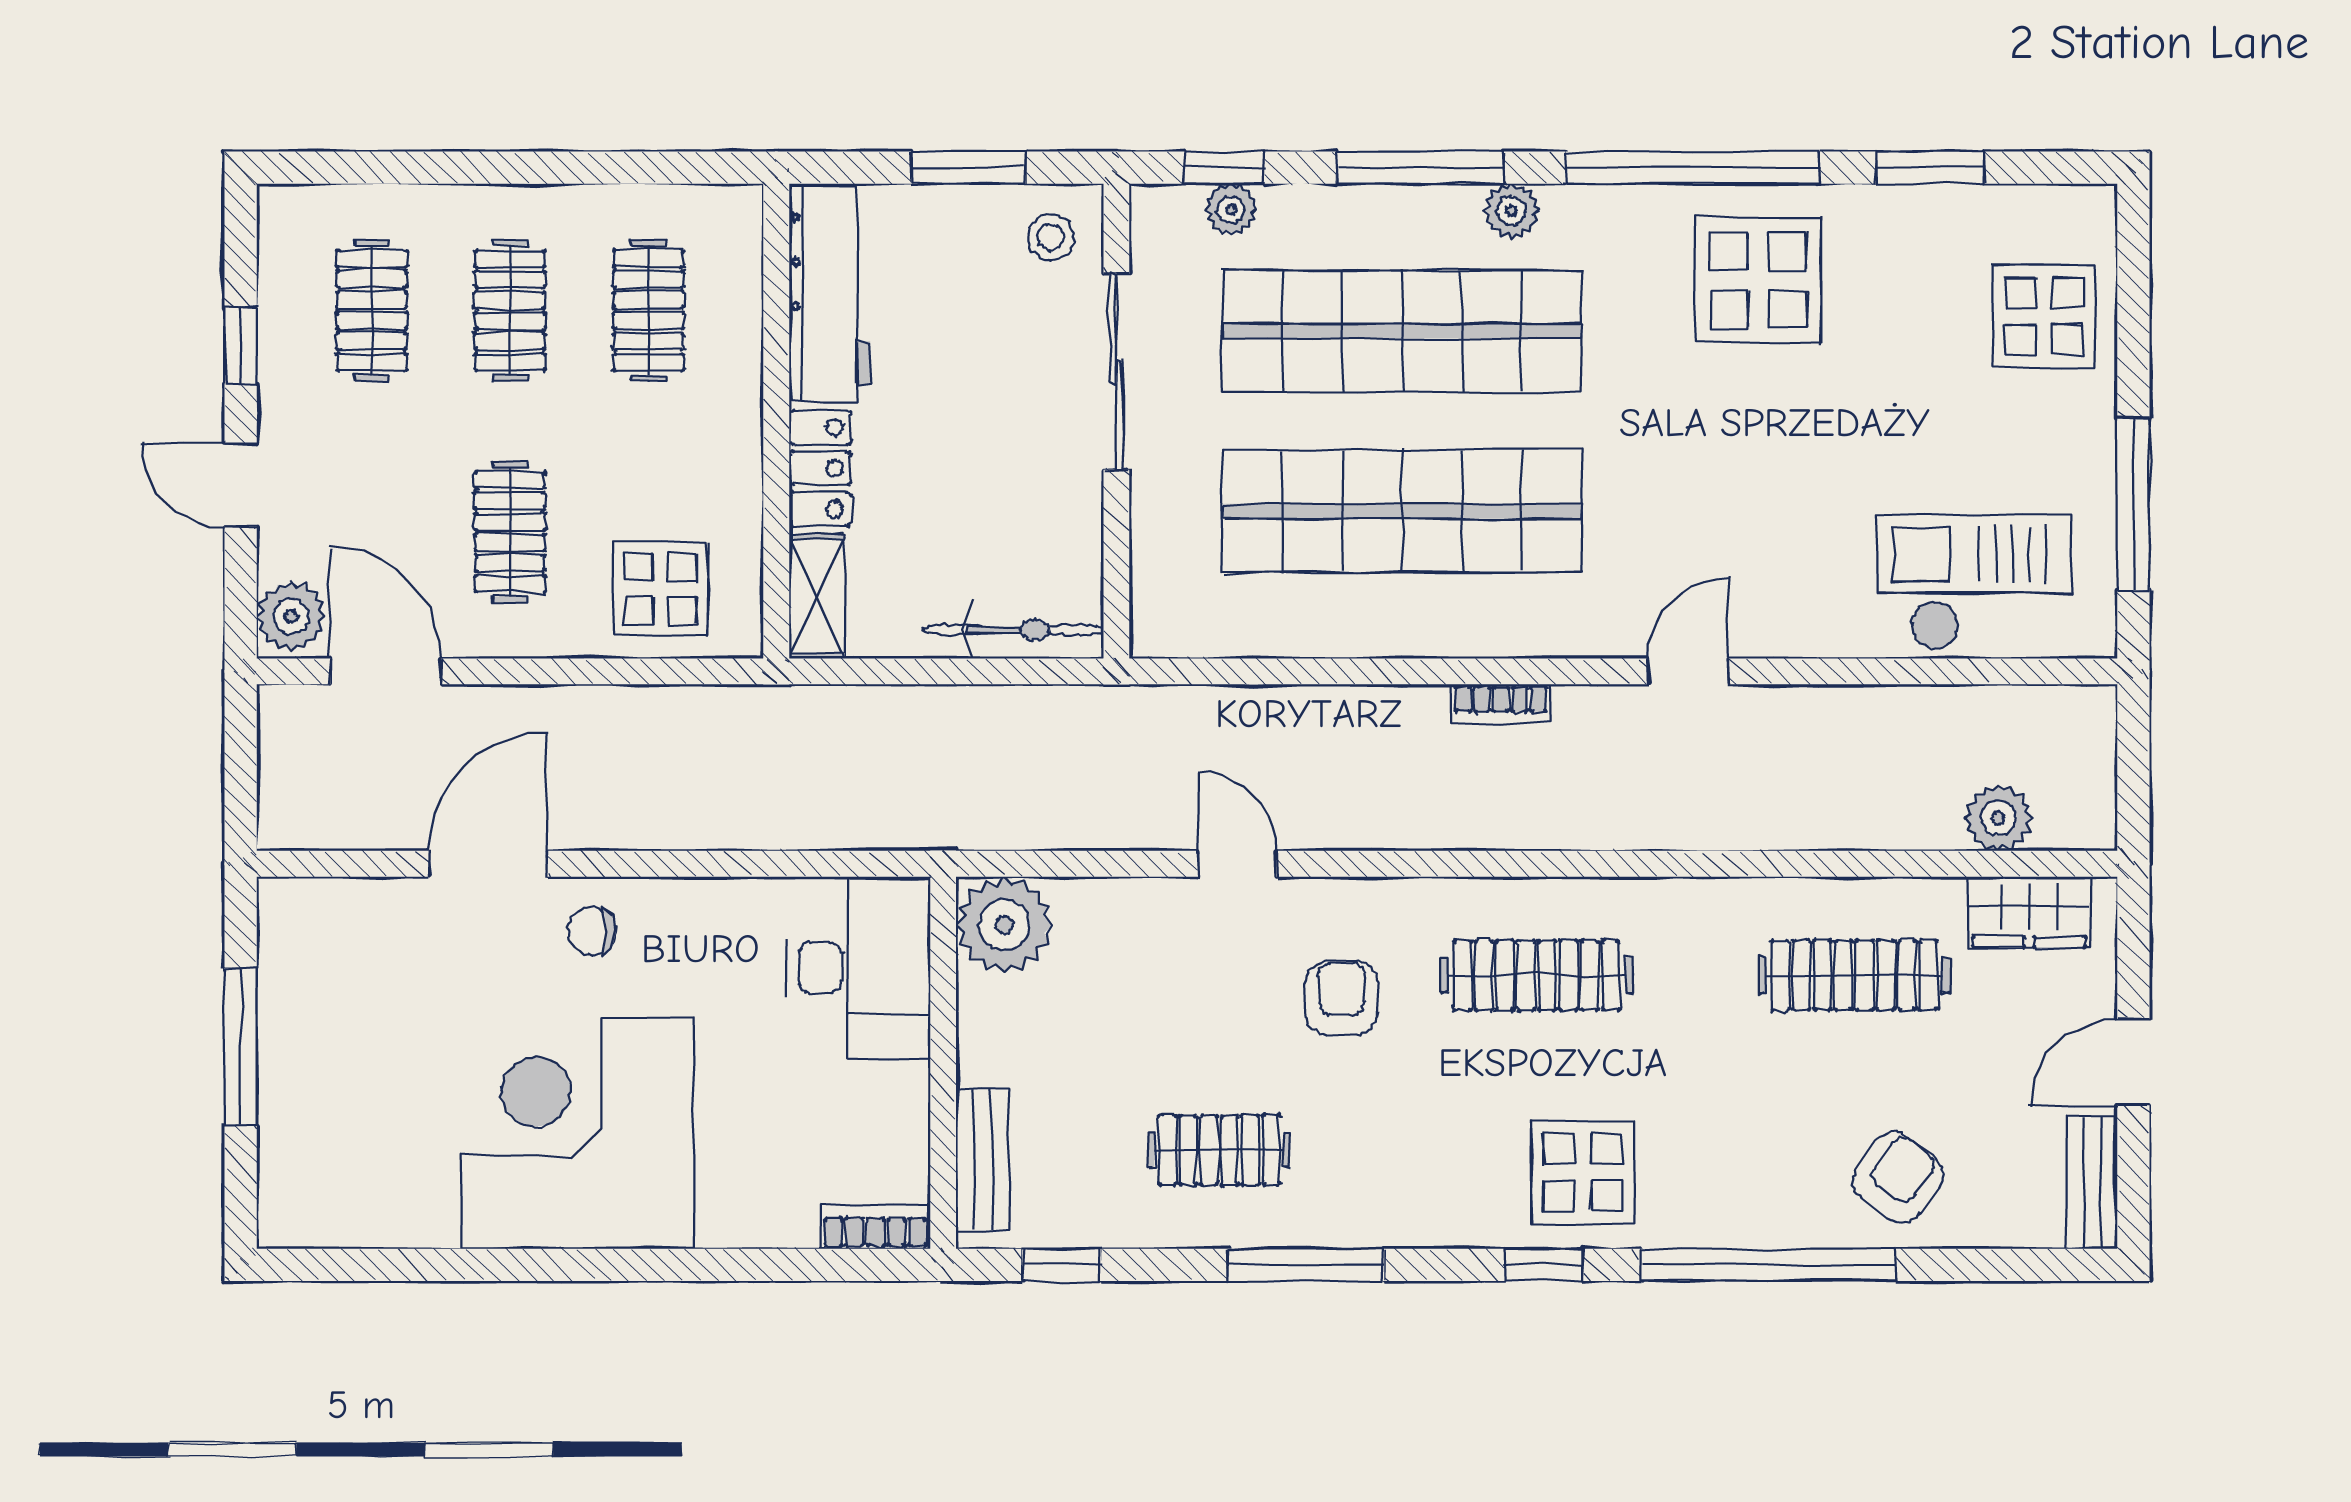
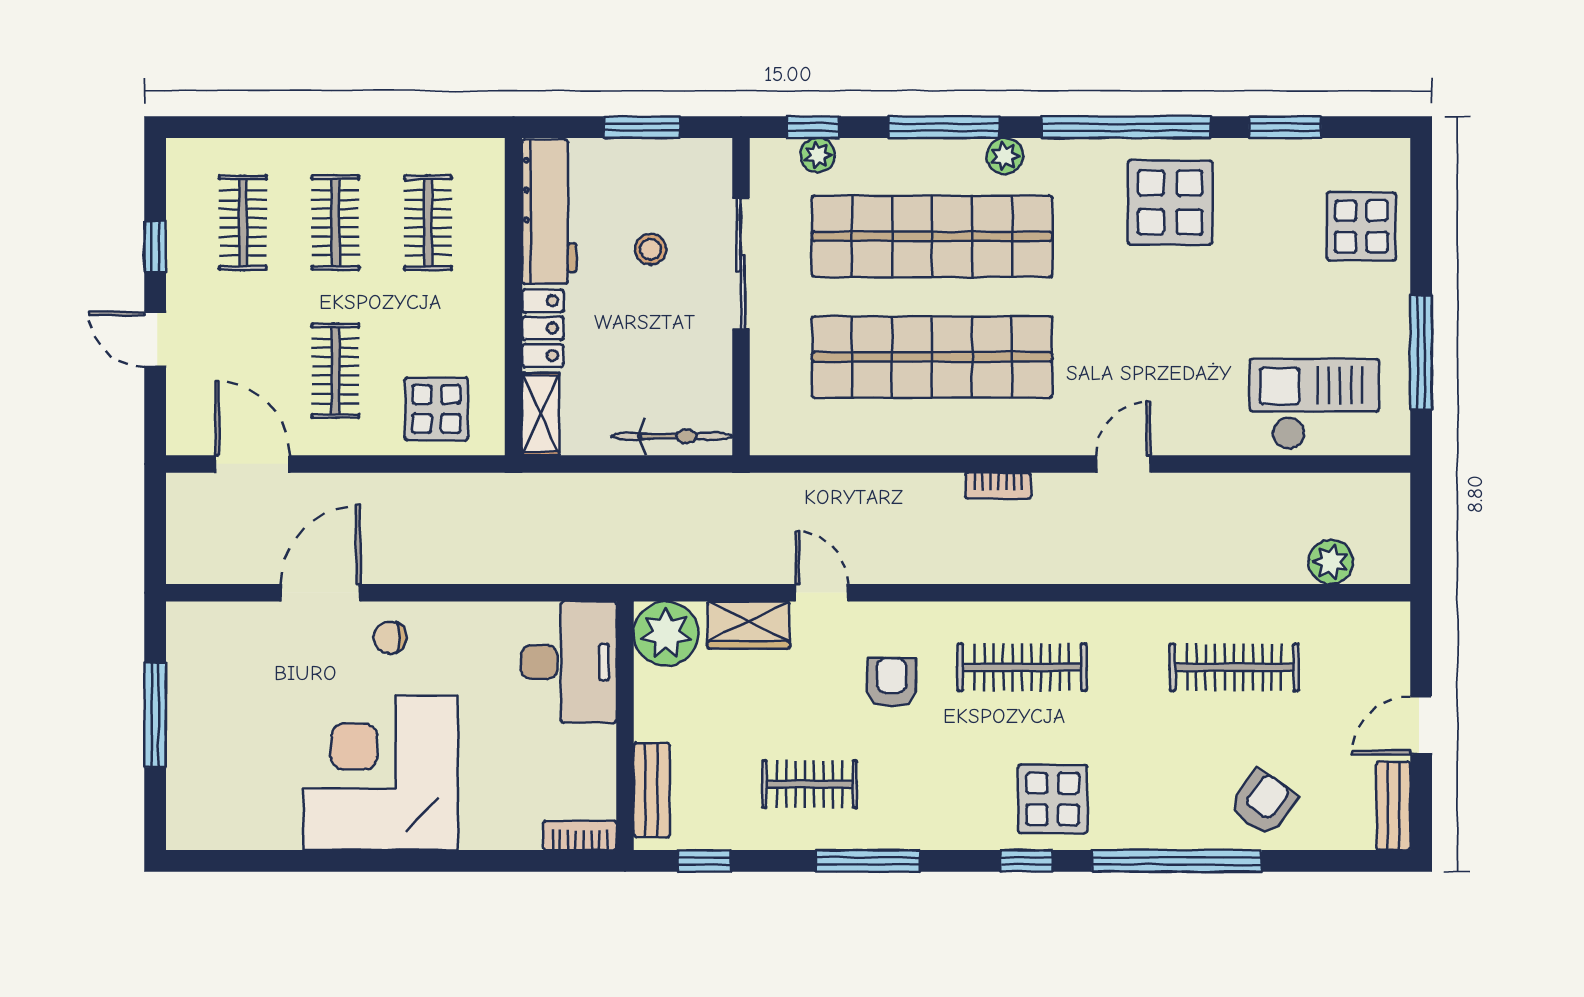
stool: (1051, 237) -> (651, 249), moved
plant: (291, 616) -> (189, 427), removed
wardrobe: (2029, 912) -> (748, 625), moved

